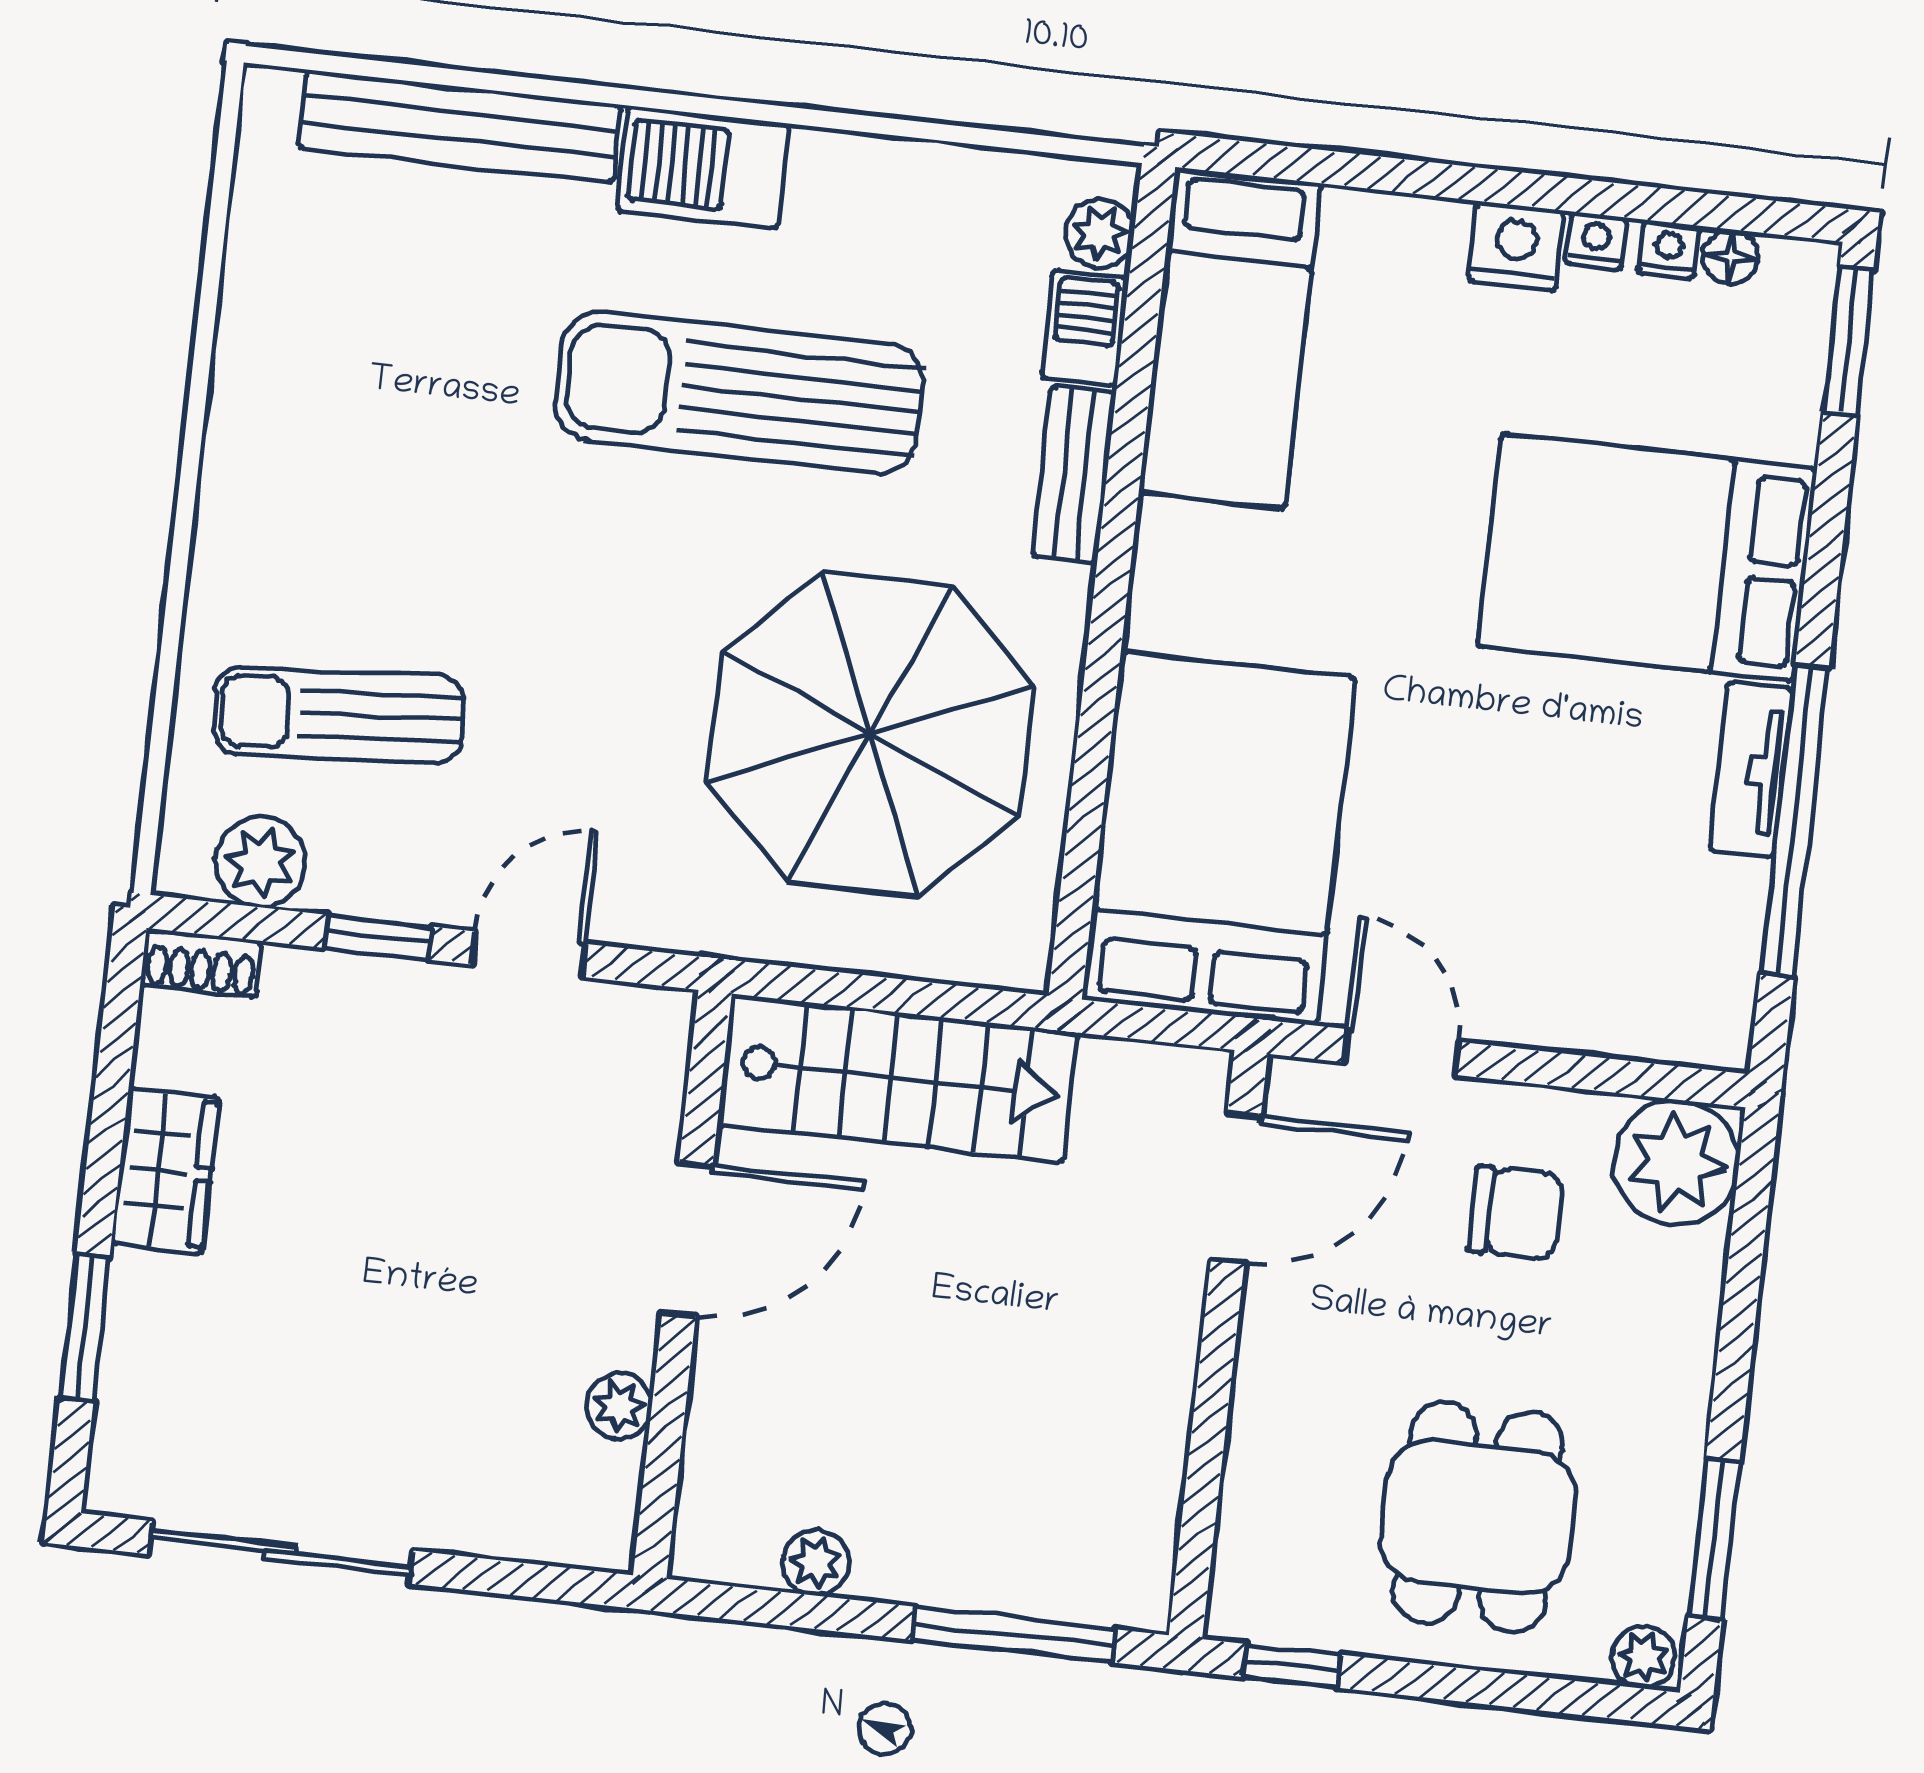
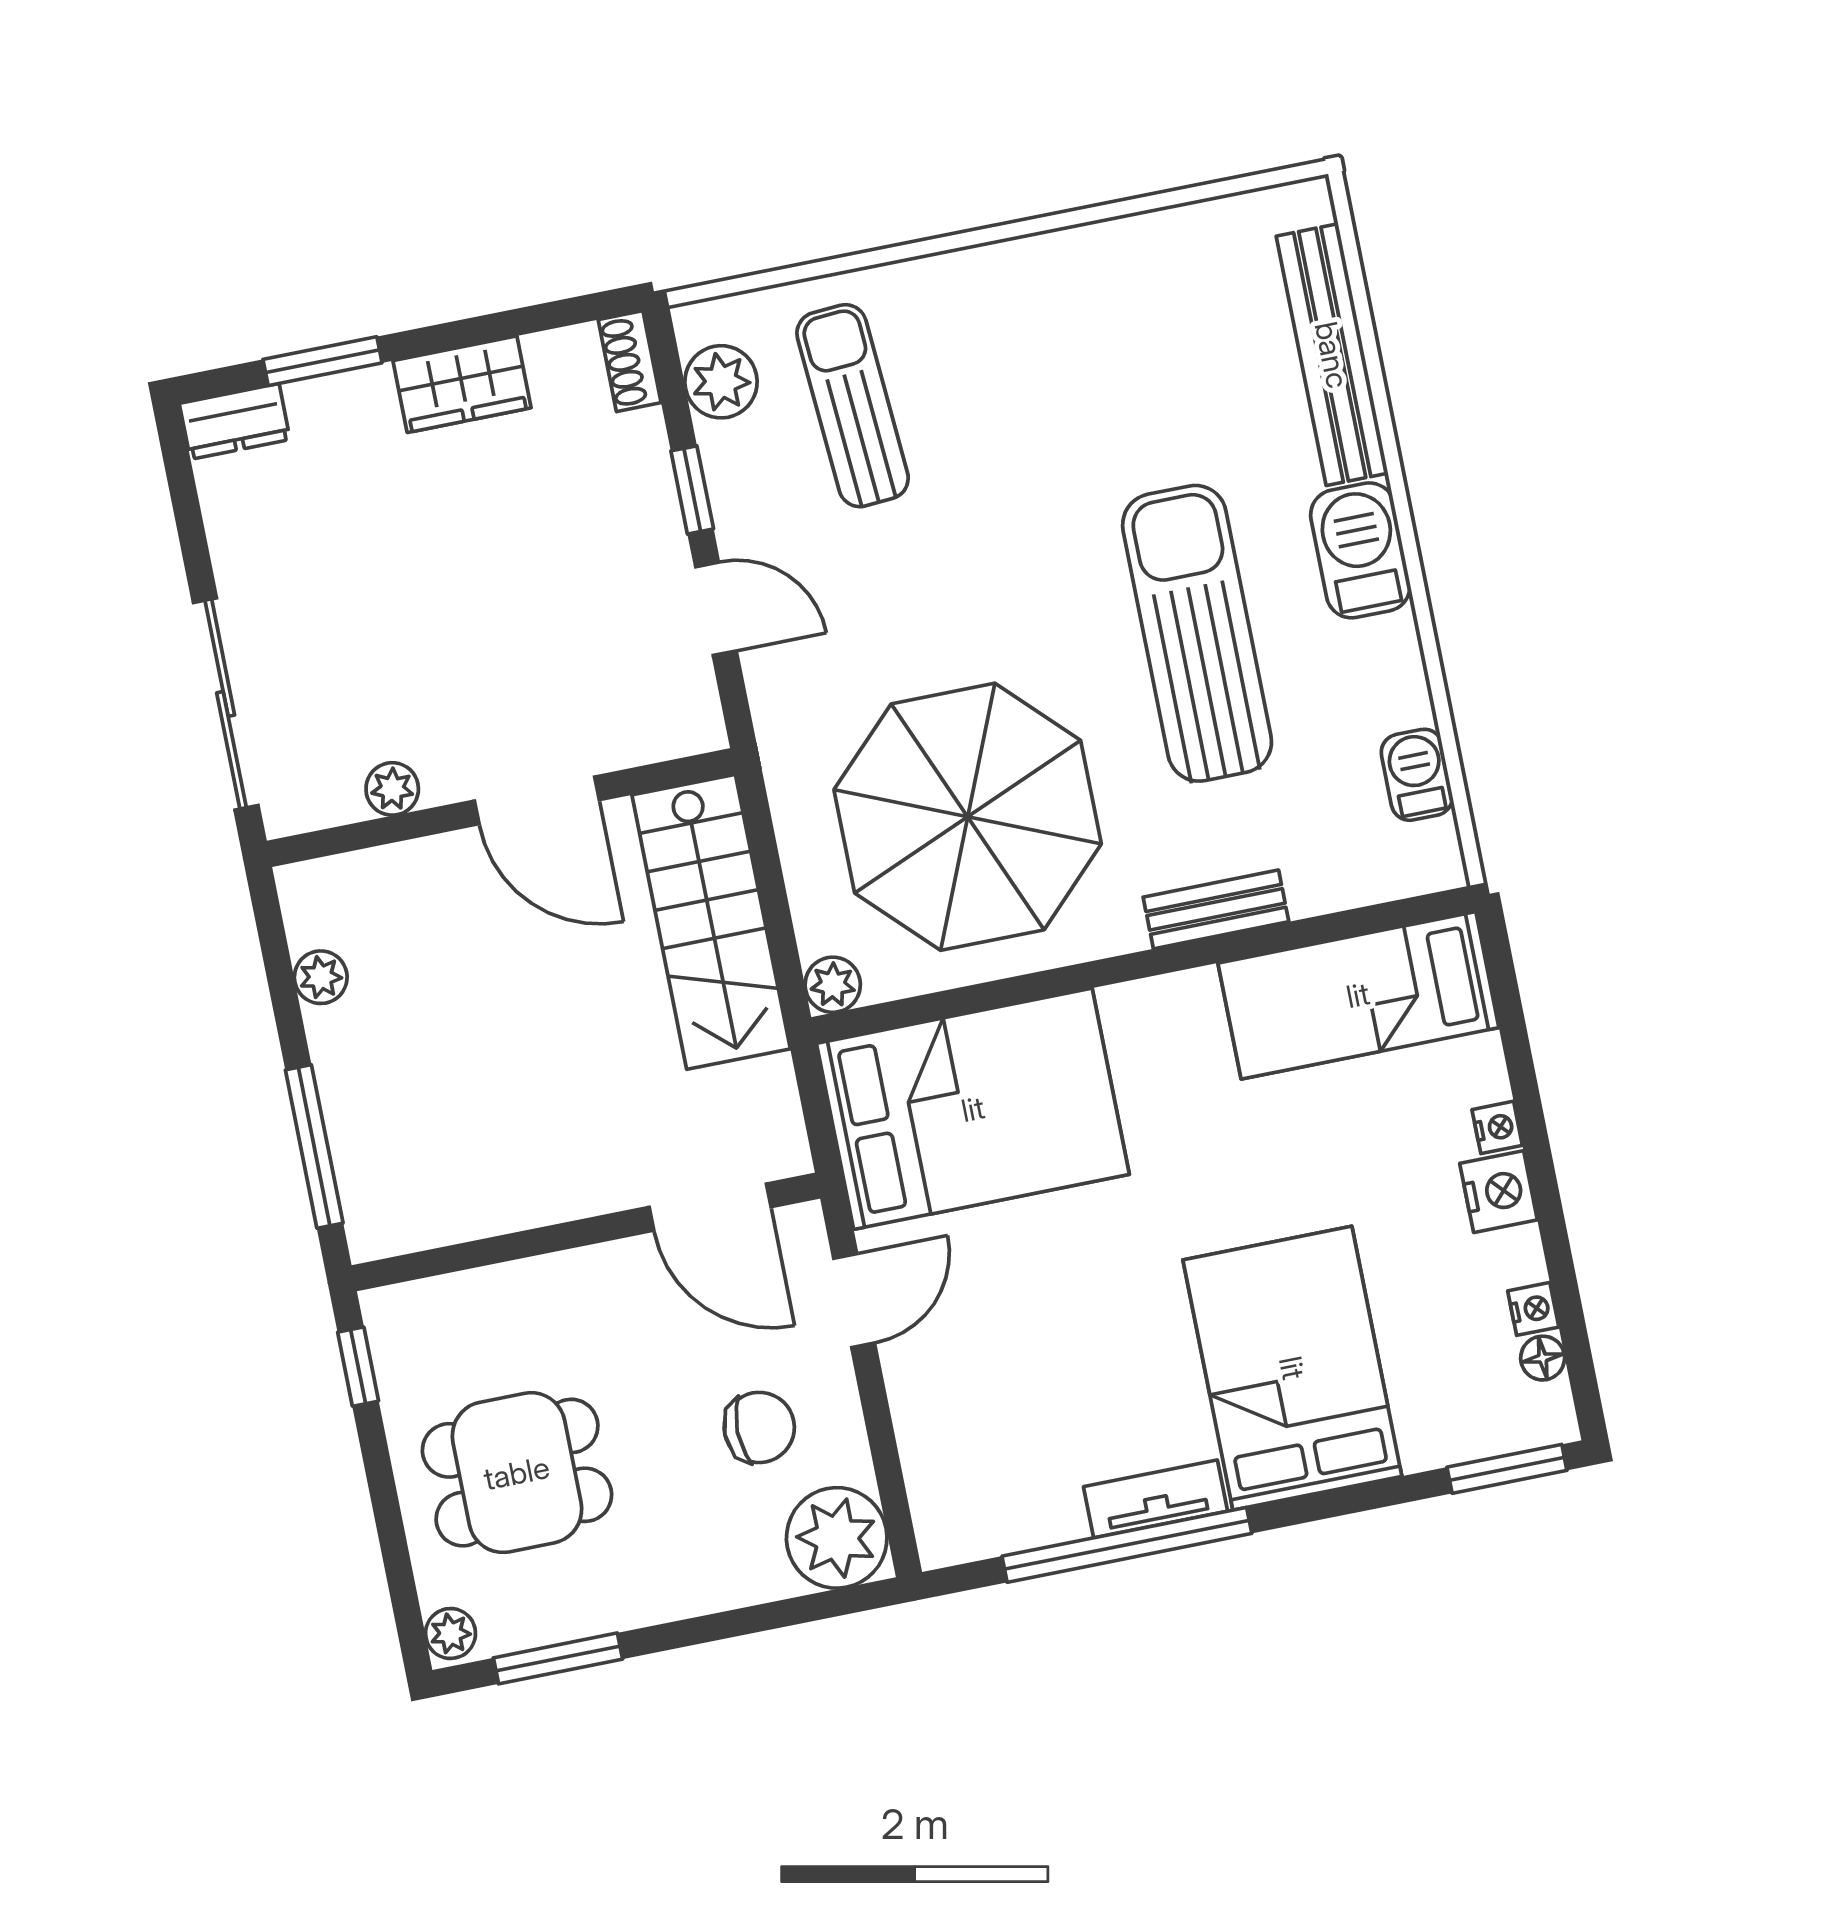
plant: (1100, 234) -> (833, 985), moved
nightstand: (1596, 241) -> (1497, 1127), moved
barbecue: (1085, 328) -> (1417, 775), moved, turned -90
chair: (1516, 1213) -> (759, 1427), turned -90
dresser: (123, 1454) -> (235, 421), added
sliding door: (281, 1552) -> (226, 704), moved

